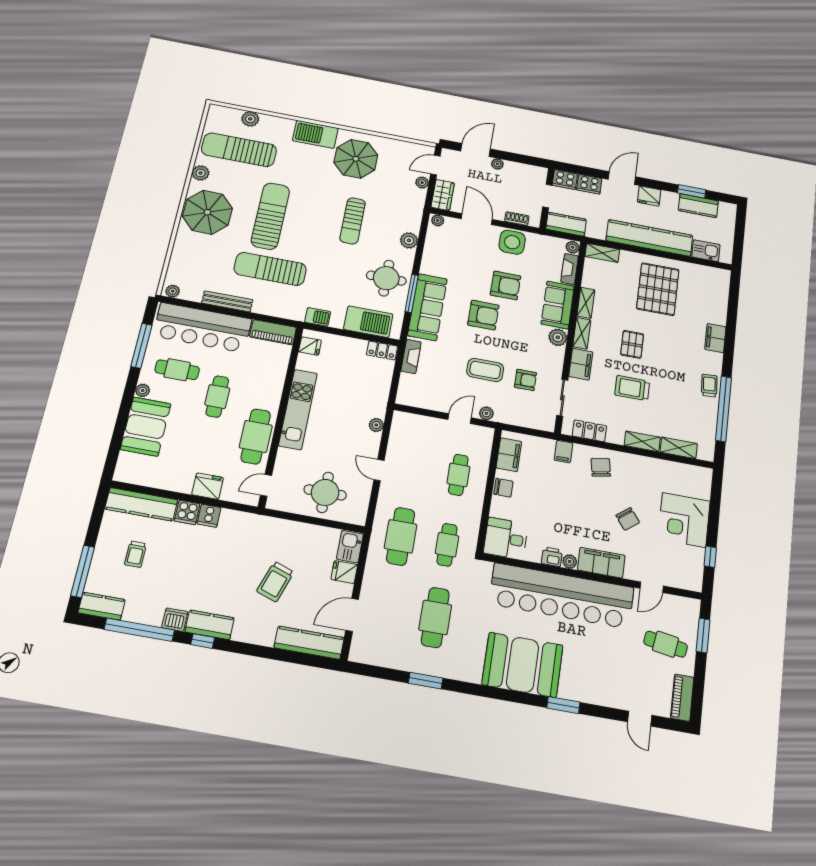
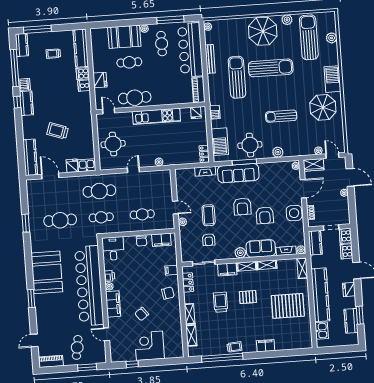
cafe table: (217, 397) -> (129, 62), moved

